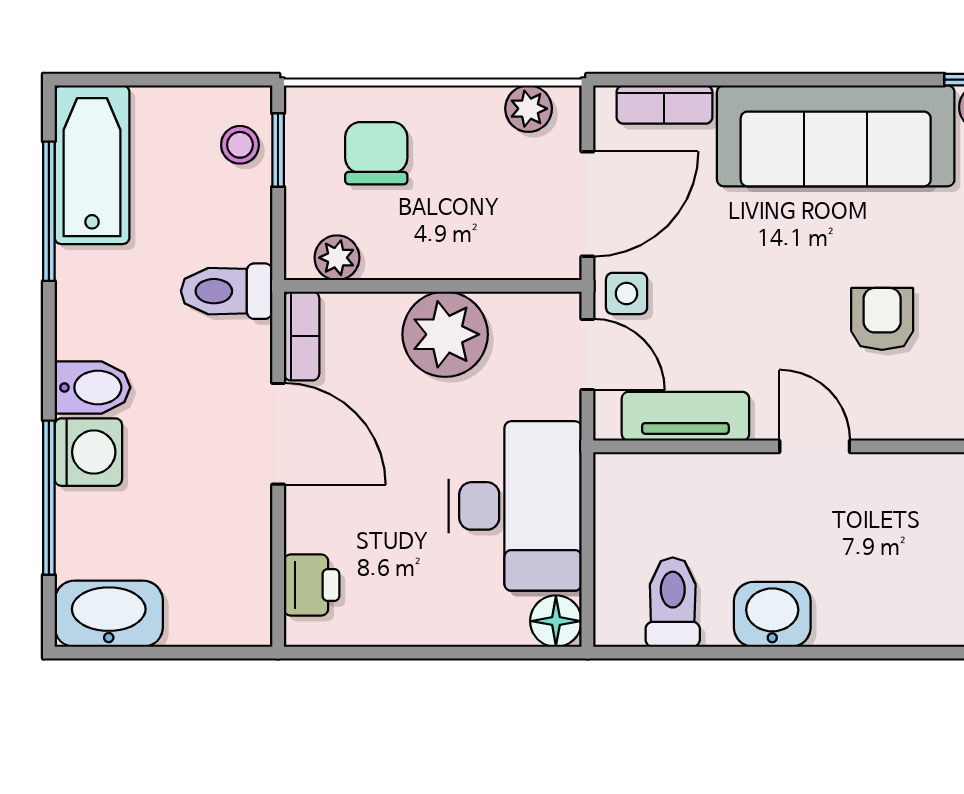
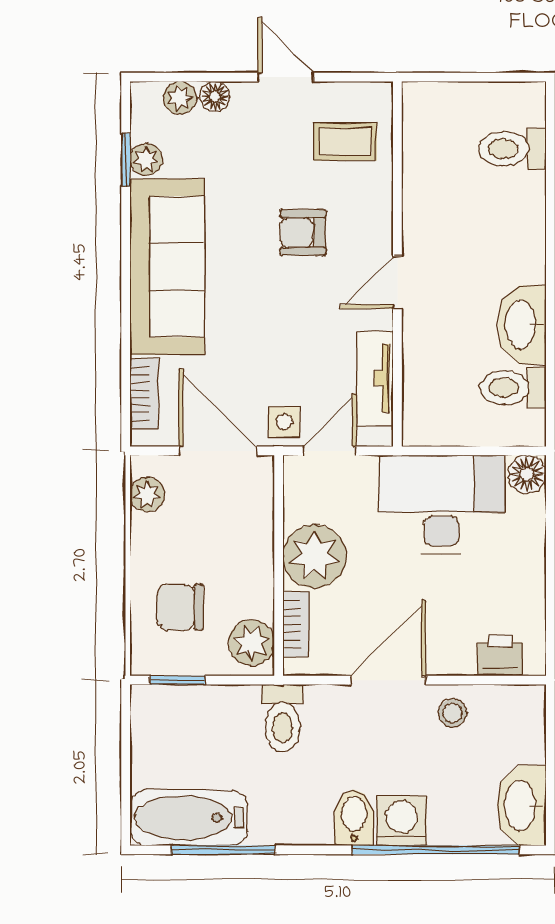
stool: (240, 145) -> (453, 713), moved
plant: (337, 258) -> (251, 643), width x1.38, depth x1.38
bookcase: (302, 336) -> (296, 624), moved, turned 90
window: (49, 498) -> (436, 850), width x1.46
washbasin: (772, 614) -> (522, 325), width x1.38

